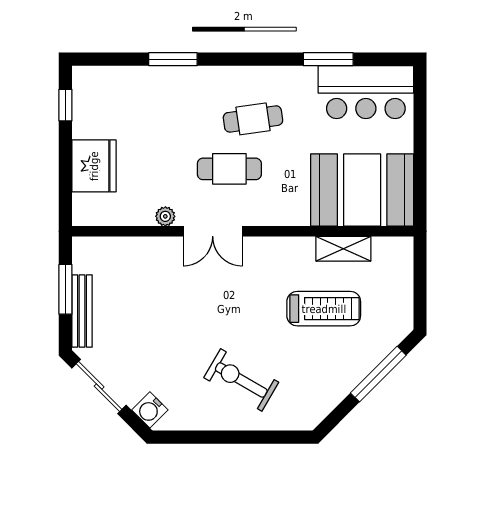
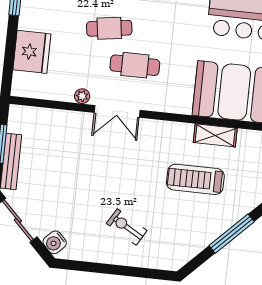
cafe table: (253, 119) -> (109, 28), moved
treadmill: (324, 309) -> (195, 179), turned 180
exercise bike: (241, 380) -> (127, 227), width x0.73, depth x0.72

